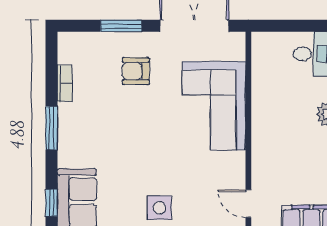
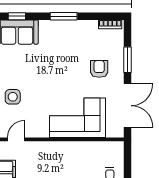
bookcase: (65, 83) -> (110, 24), moved
side table: (159, 208) -> (13, 97), moved

